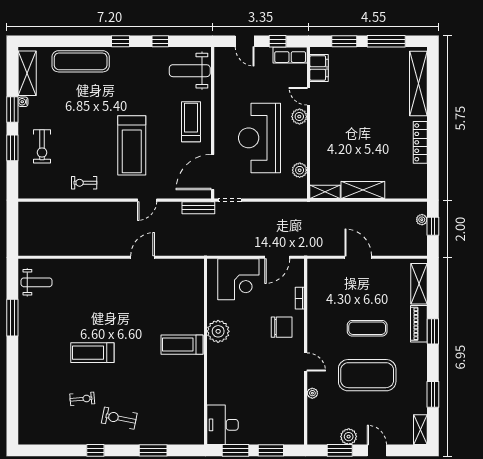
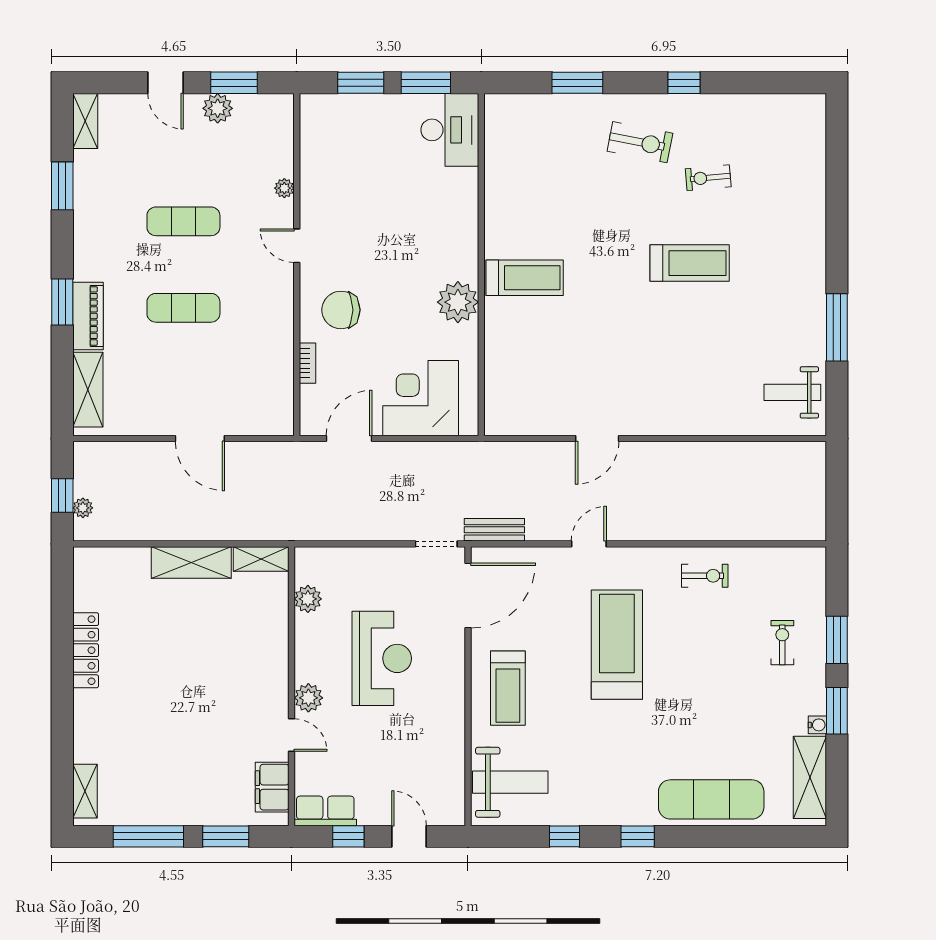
shelving: (418, 83) -> (85, 791), width x0.45, depth x0.75
reception desk: (259, 138) -> (382, 658), width x0.74, depth x0.77
exercise bike: (42, 146) -> (782, 643), width x0.73, depth x0.72
exercise mat: (367, 375) -> (183, 221), width x0.50, depth x0.69

